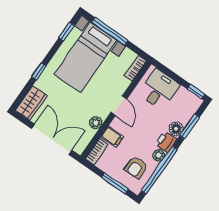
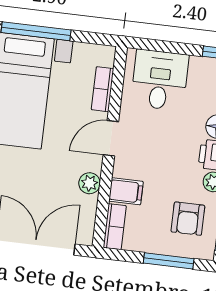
bookcase: (135, 68) -> (103, 89), moved
door: (119, 106) -> (111, 138), swing flipped

